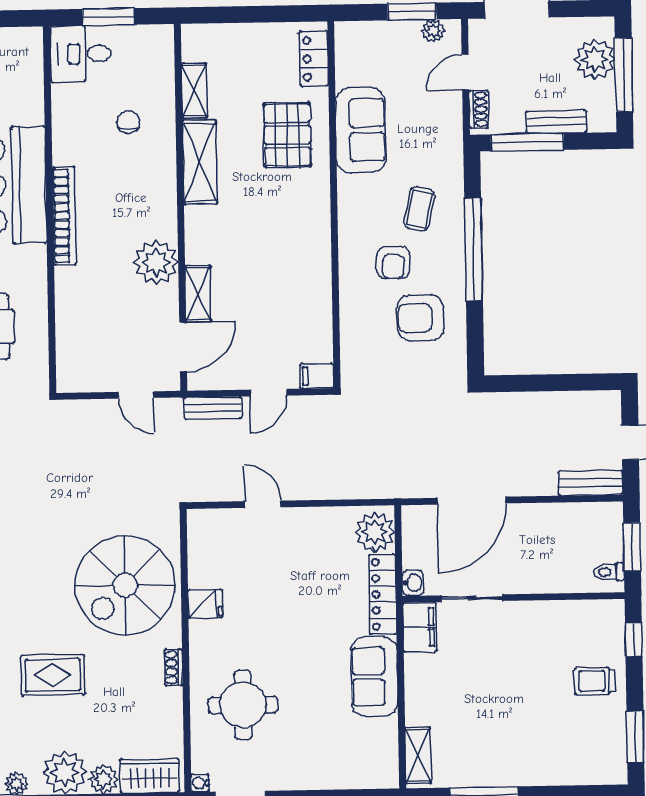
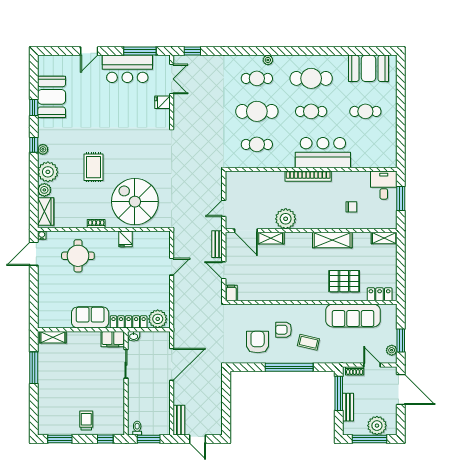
shelving: (194, 91) -> (384, 238), moved
sofa: (361, 130) -> (353, 315), width x1.36
door: (472, 501) -> (172, 364), swing flipped

